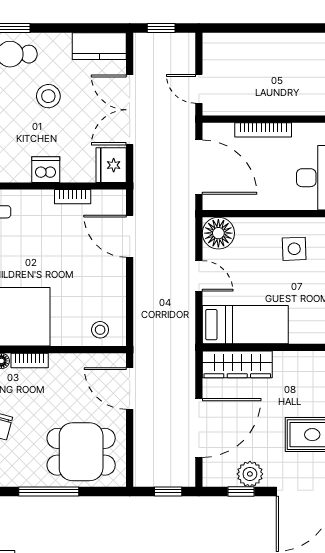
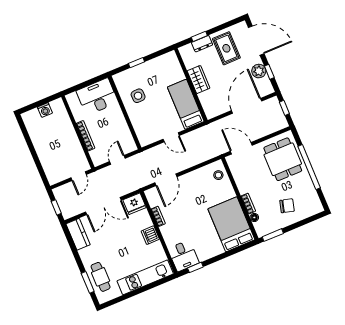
stool: (48, 96) -> (113, 249), removed
door: (199, 167) -> (117, 160), width x0.53
floor lamp: (218, 233) -> (146, 137), removed
door: (199, 276) -> (171, 137), swing flipped
wardrobe: (237, 364) -> (199, 80), moved, width x0.67
door: (130, 388) -> (241, 148), swing flipped
door: (199, 428) -> (247, 106), hinge flipped
window: (49, 491) -> (309, 167), width x1.46

